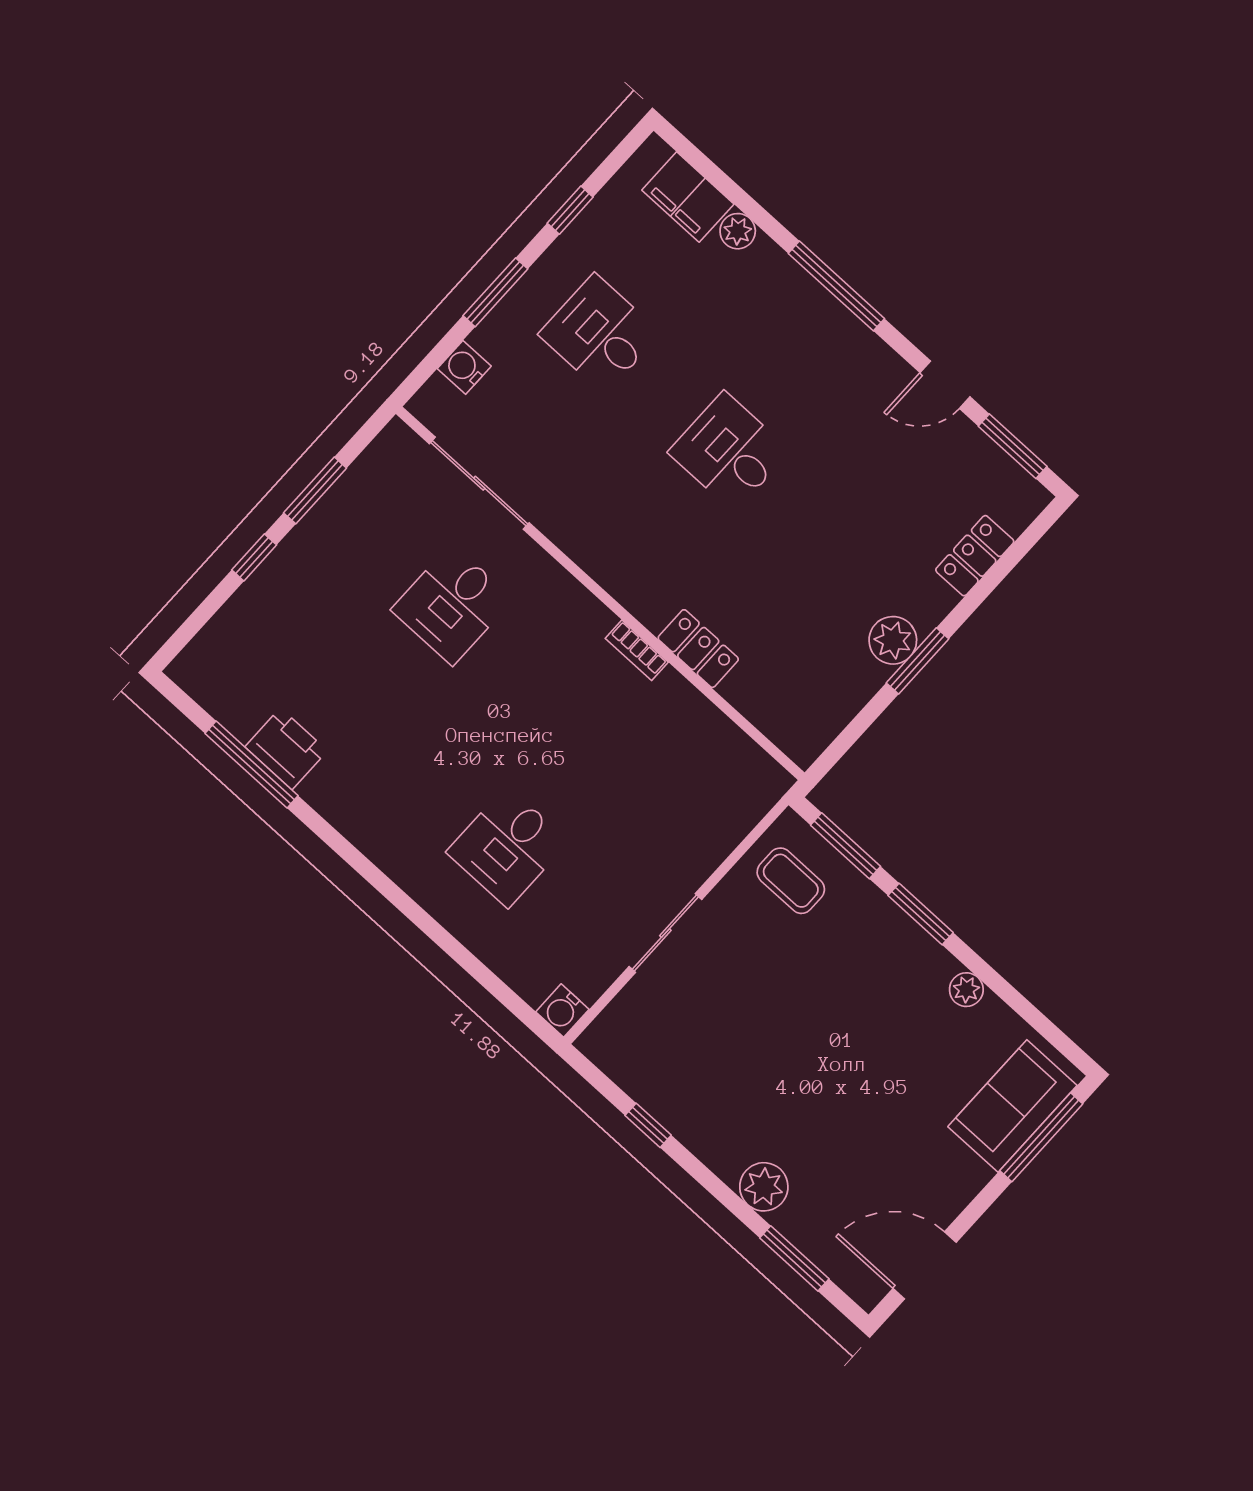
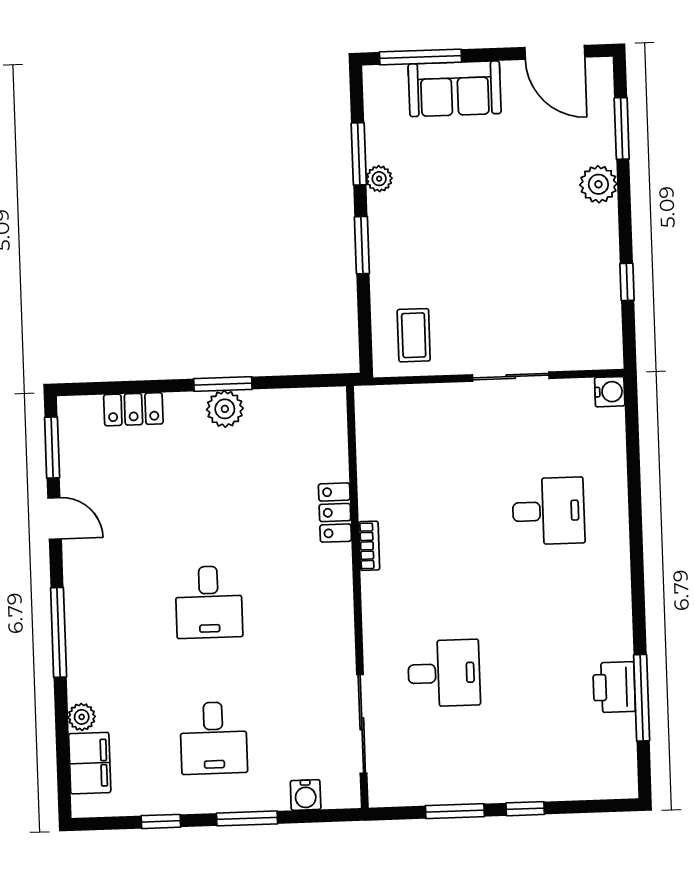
window: (846, 846) -> (359, 154), moved
sofa: (1012, 1106) -> (455, 89), moved

